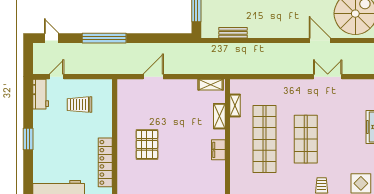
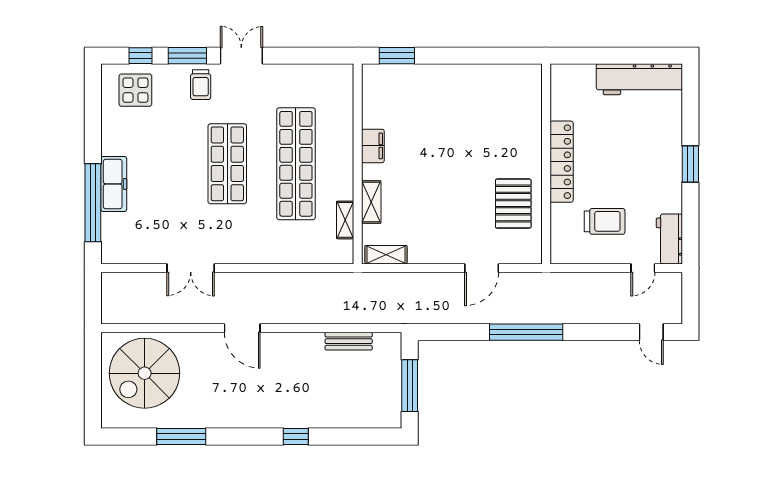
window: (104, 38) -> (526, 332), moved
door: (320, 41) -> (242, 328), moved
pallet: (147, 144) -> (513, 204), moved
locker: (105, 162) -> (562, 162), moved

